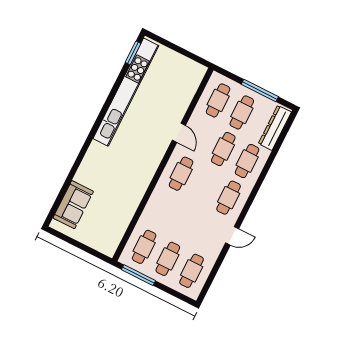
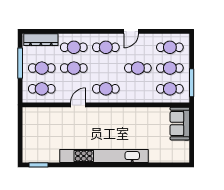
kitchen unit: (126, 92) -> (104, 156), moved
sofa: (73, 205) -> (180, 124), moved, turned -90
cafe table: (186, 222) -> (138, 68), added
door: (232, 236) -> (131, 31), swing flipped

